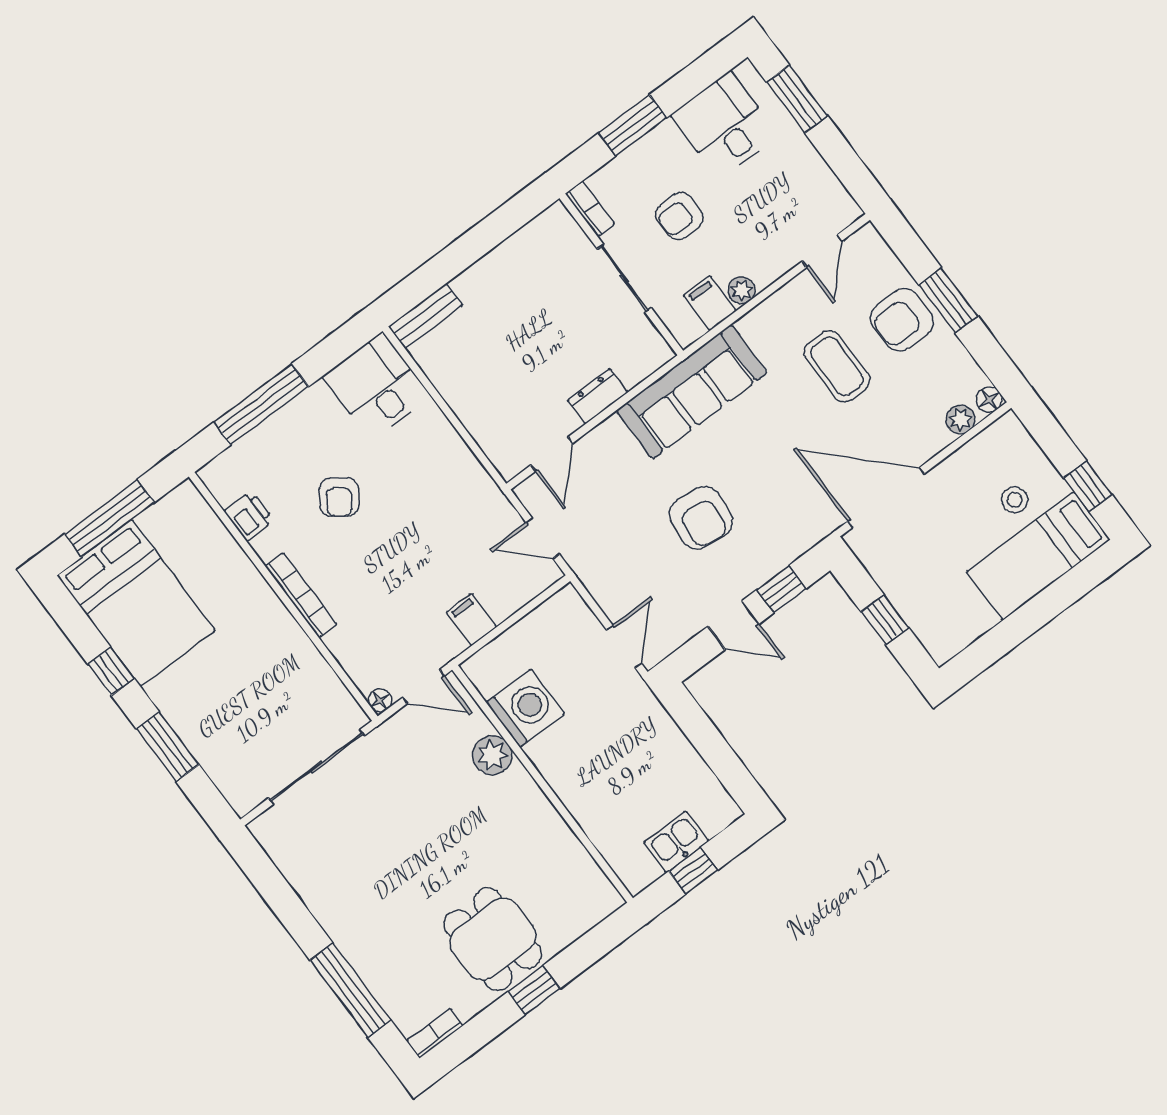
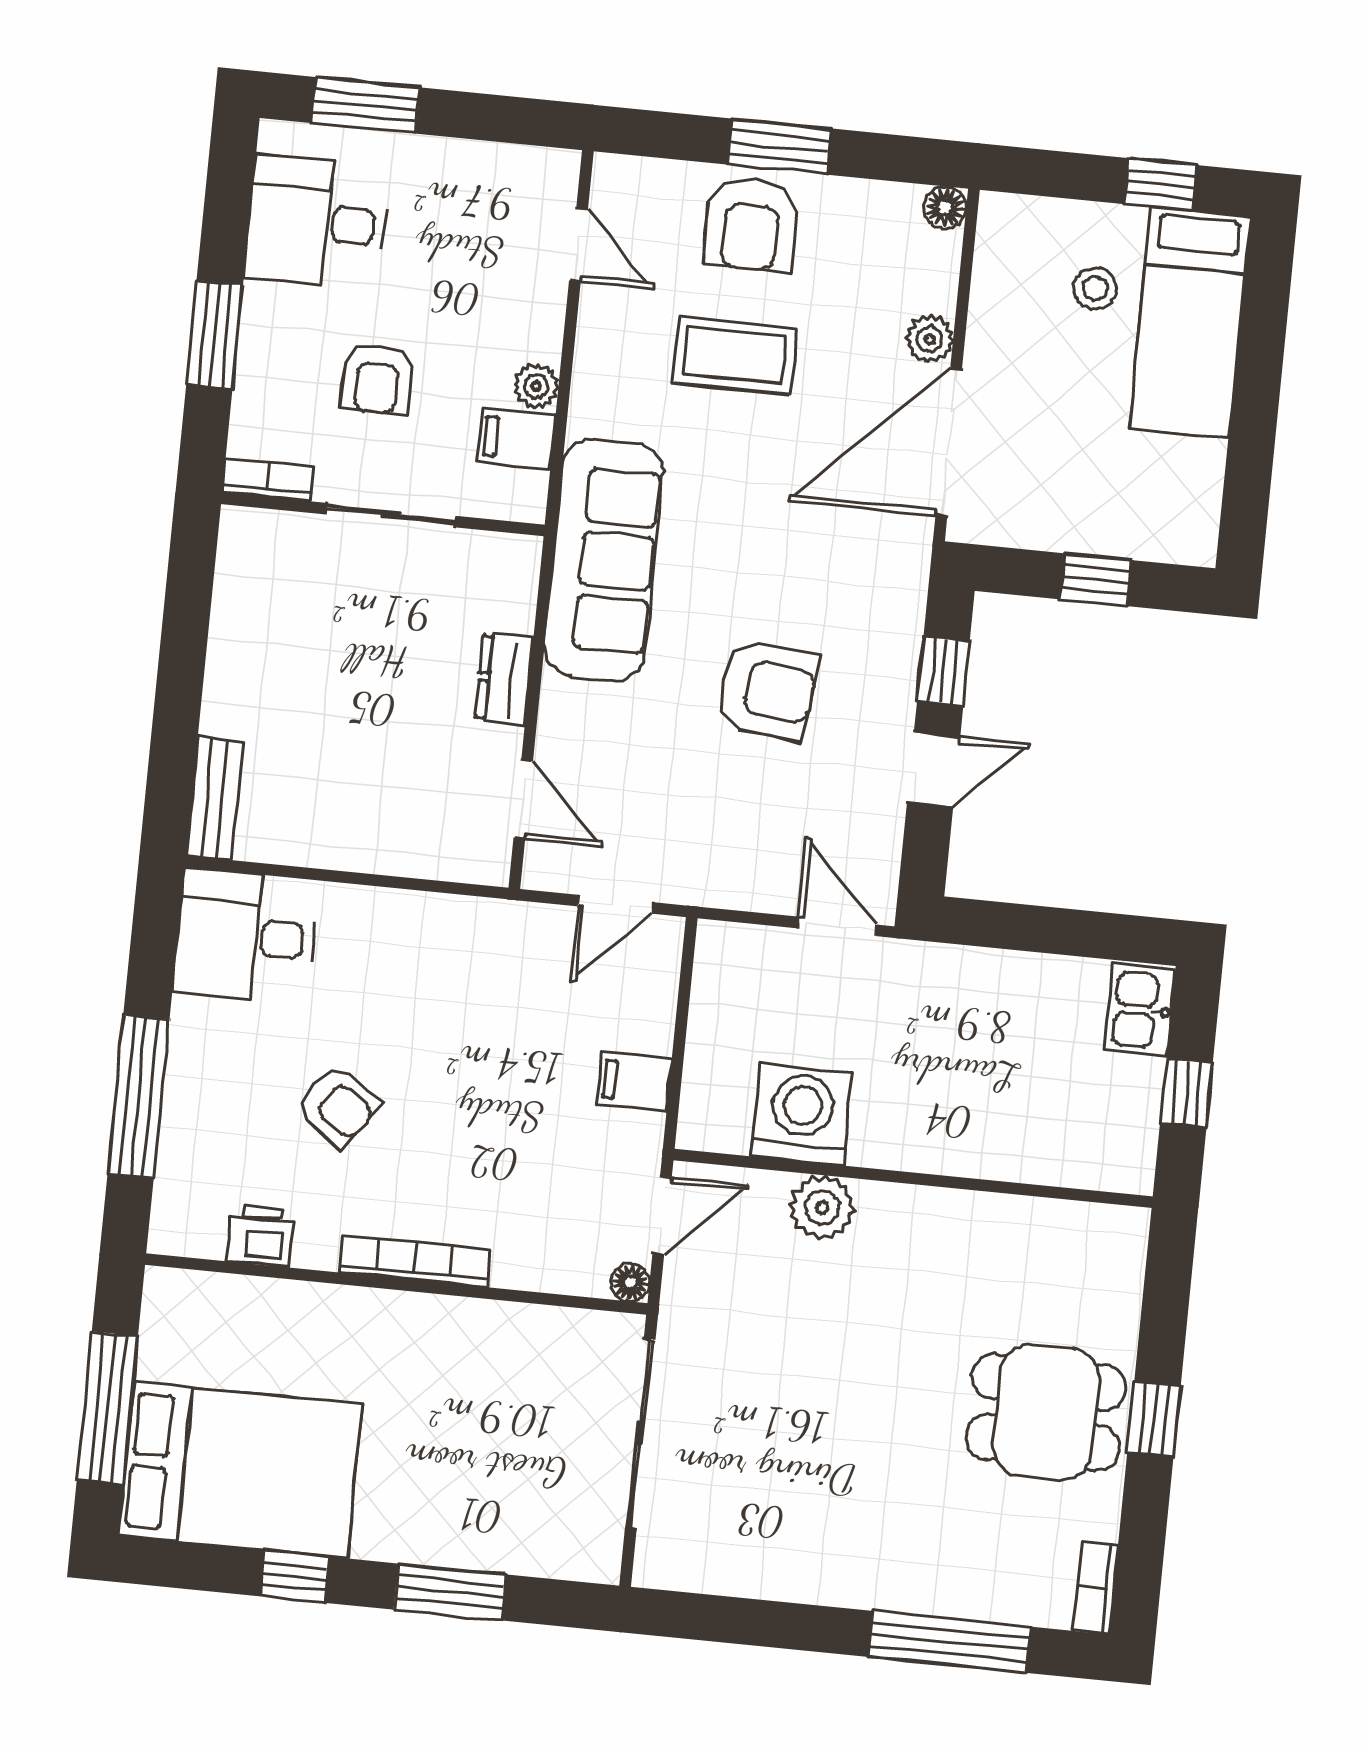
plant: (960, 419) -> (930, 339), moved
kitchen sink: (676, 842) -> (1140, 1010), moved

